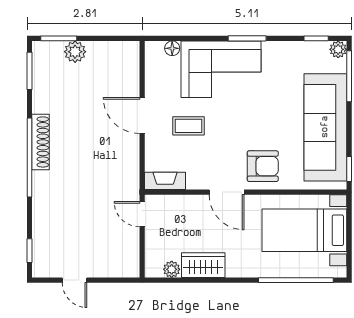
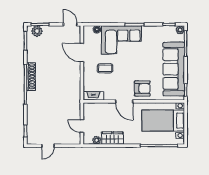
door: (119, 38) -> (70, 24), added
plant: (75, 52) -> (37, 31), moved
door: (142, 116) -> (82, 53), moved
door: (142, 214) -> (82, 126), moved
door: (74, 280) -> (48, 146), hinge flipped

